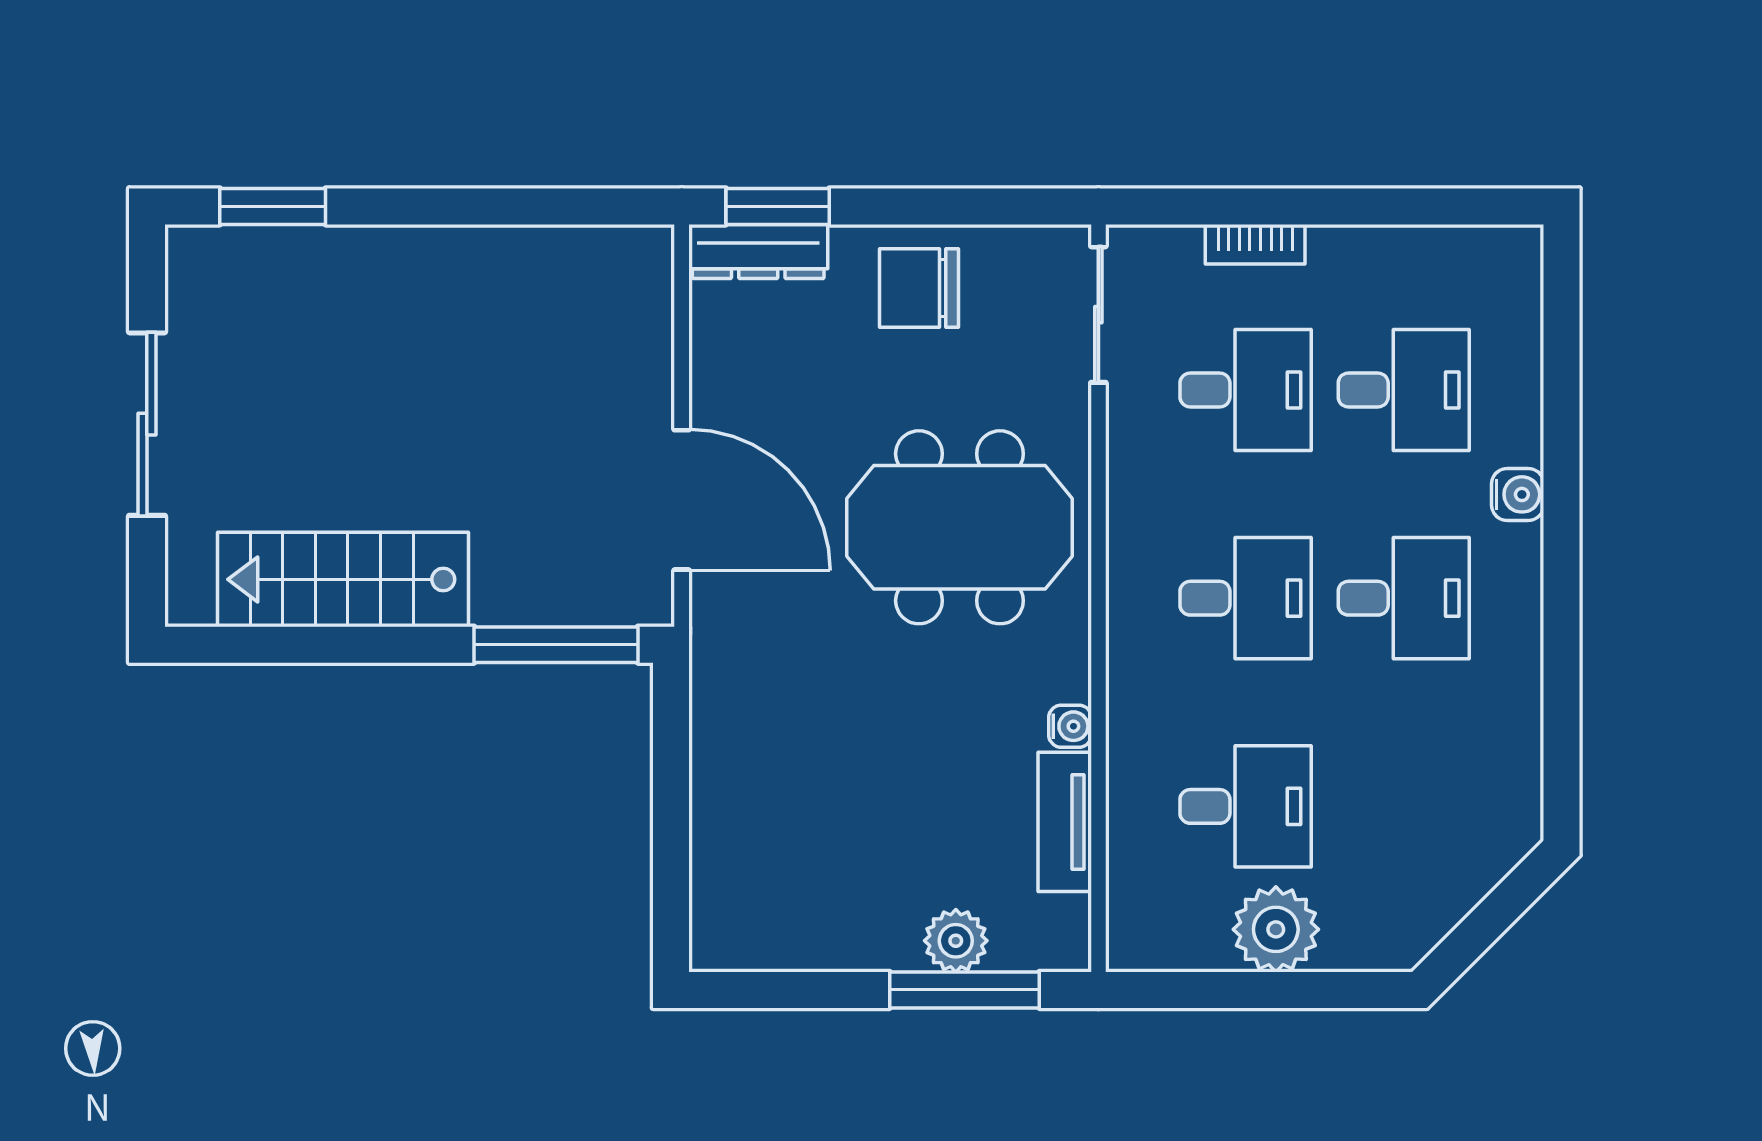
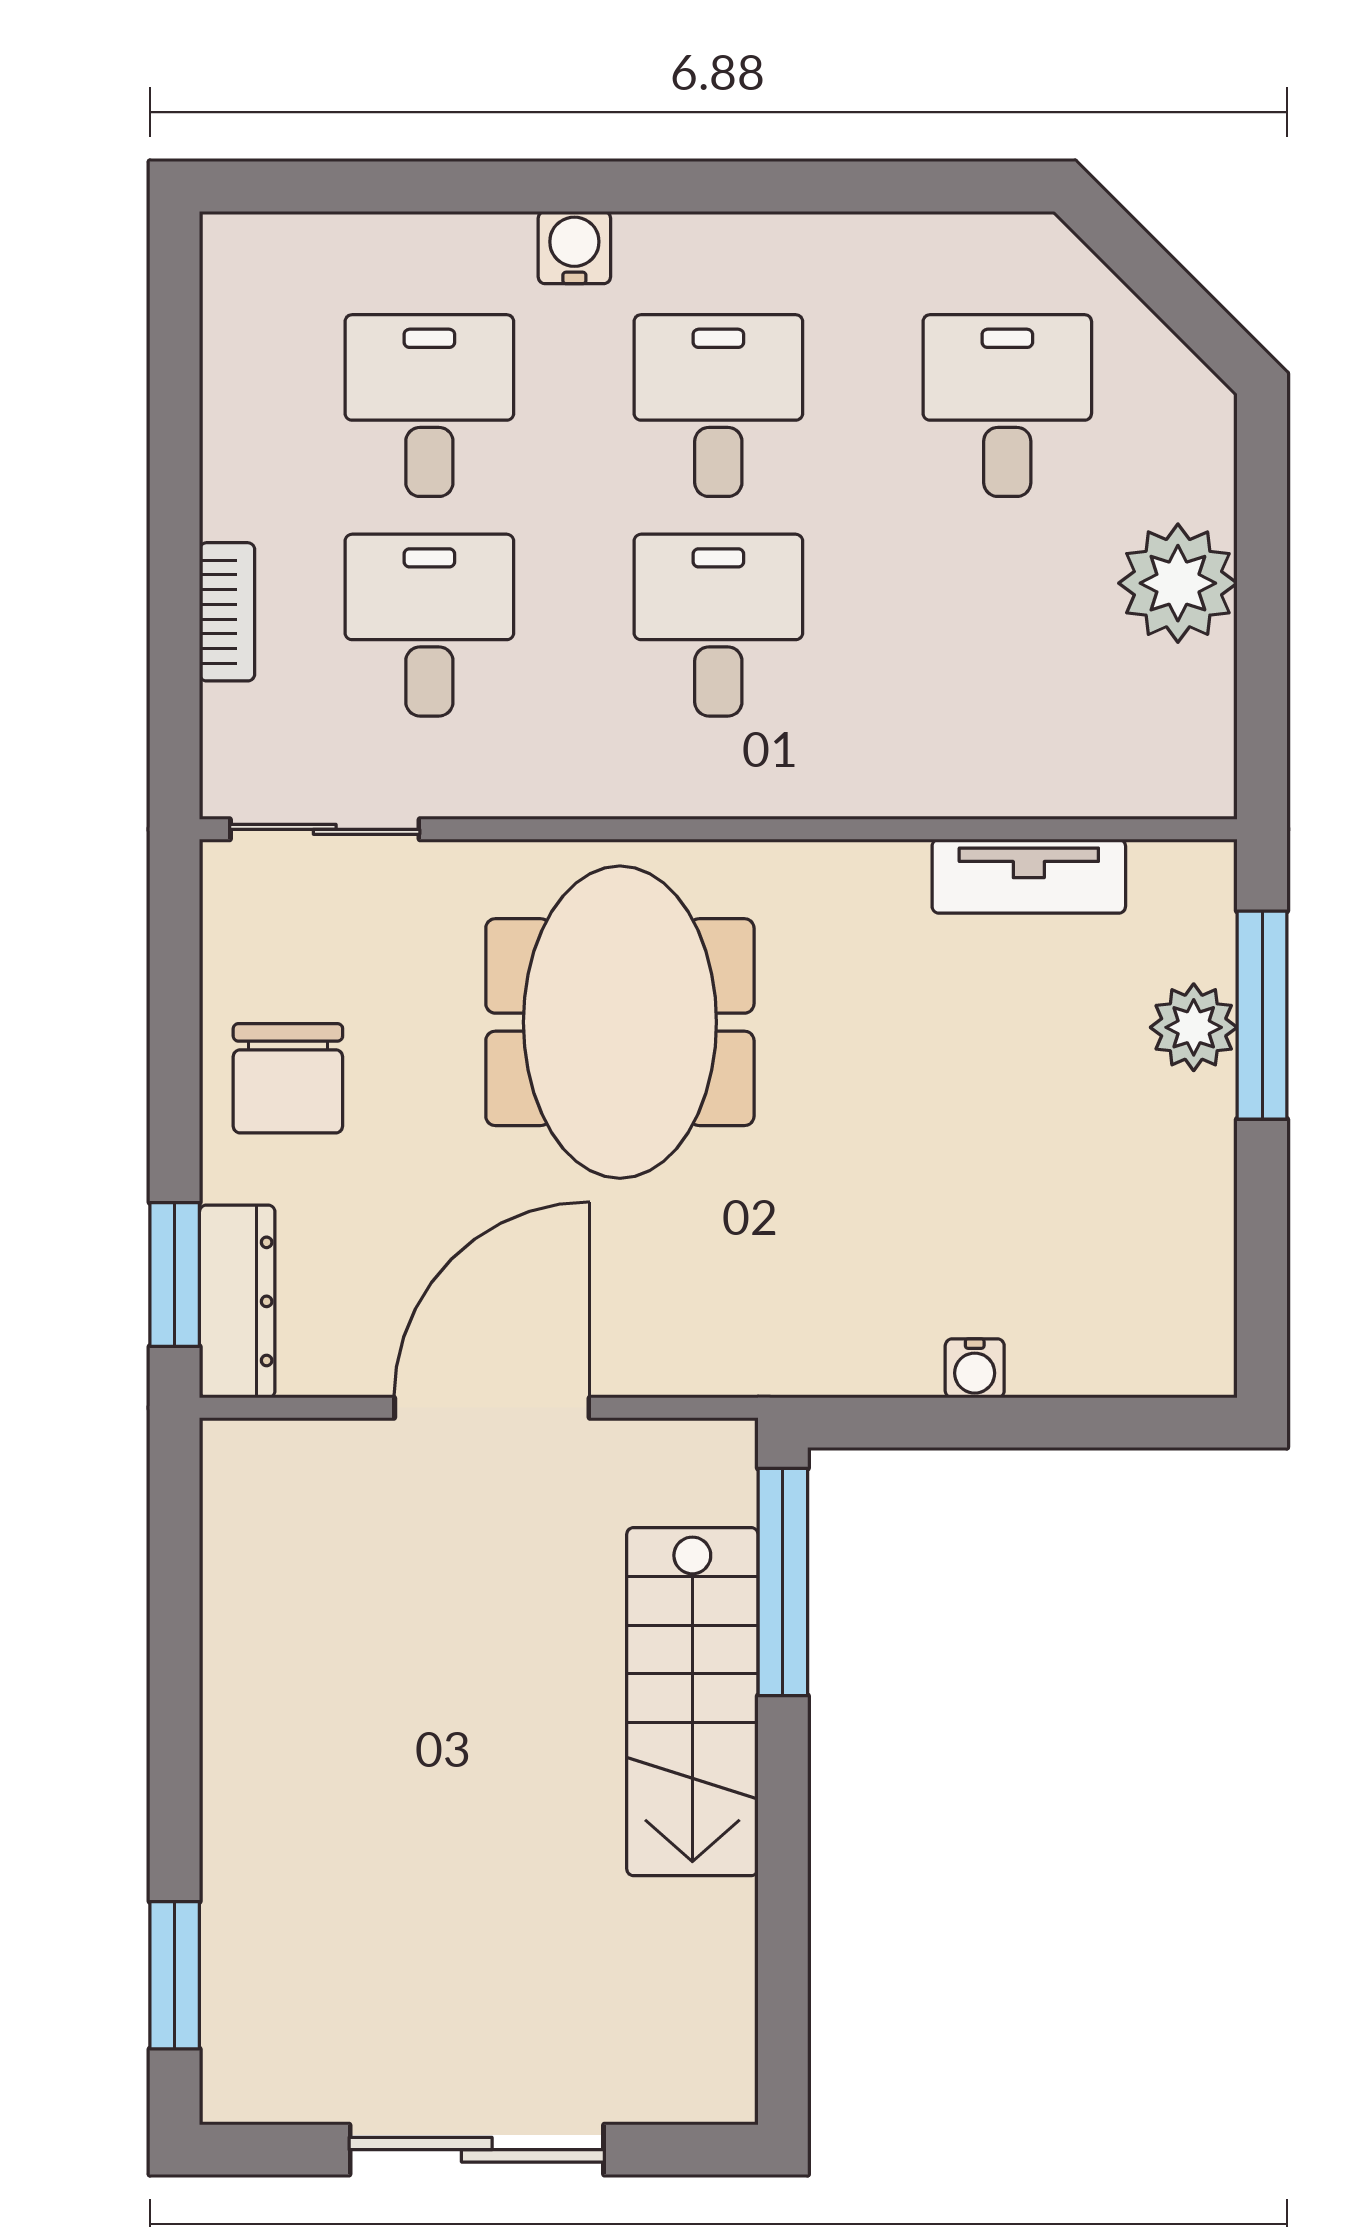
door: (682, 500) -> (492, 1408), moved
stairs: (343, 579) -> (692, 1702), moved
water cooler: (1070, 726) -> (975, 1368), moved, turned 180
desk: (1246, 806) -> (1007, 406), moved

